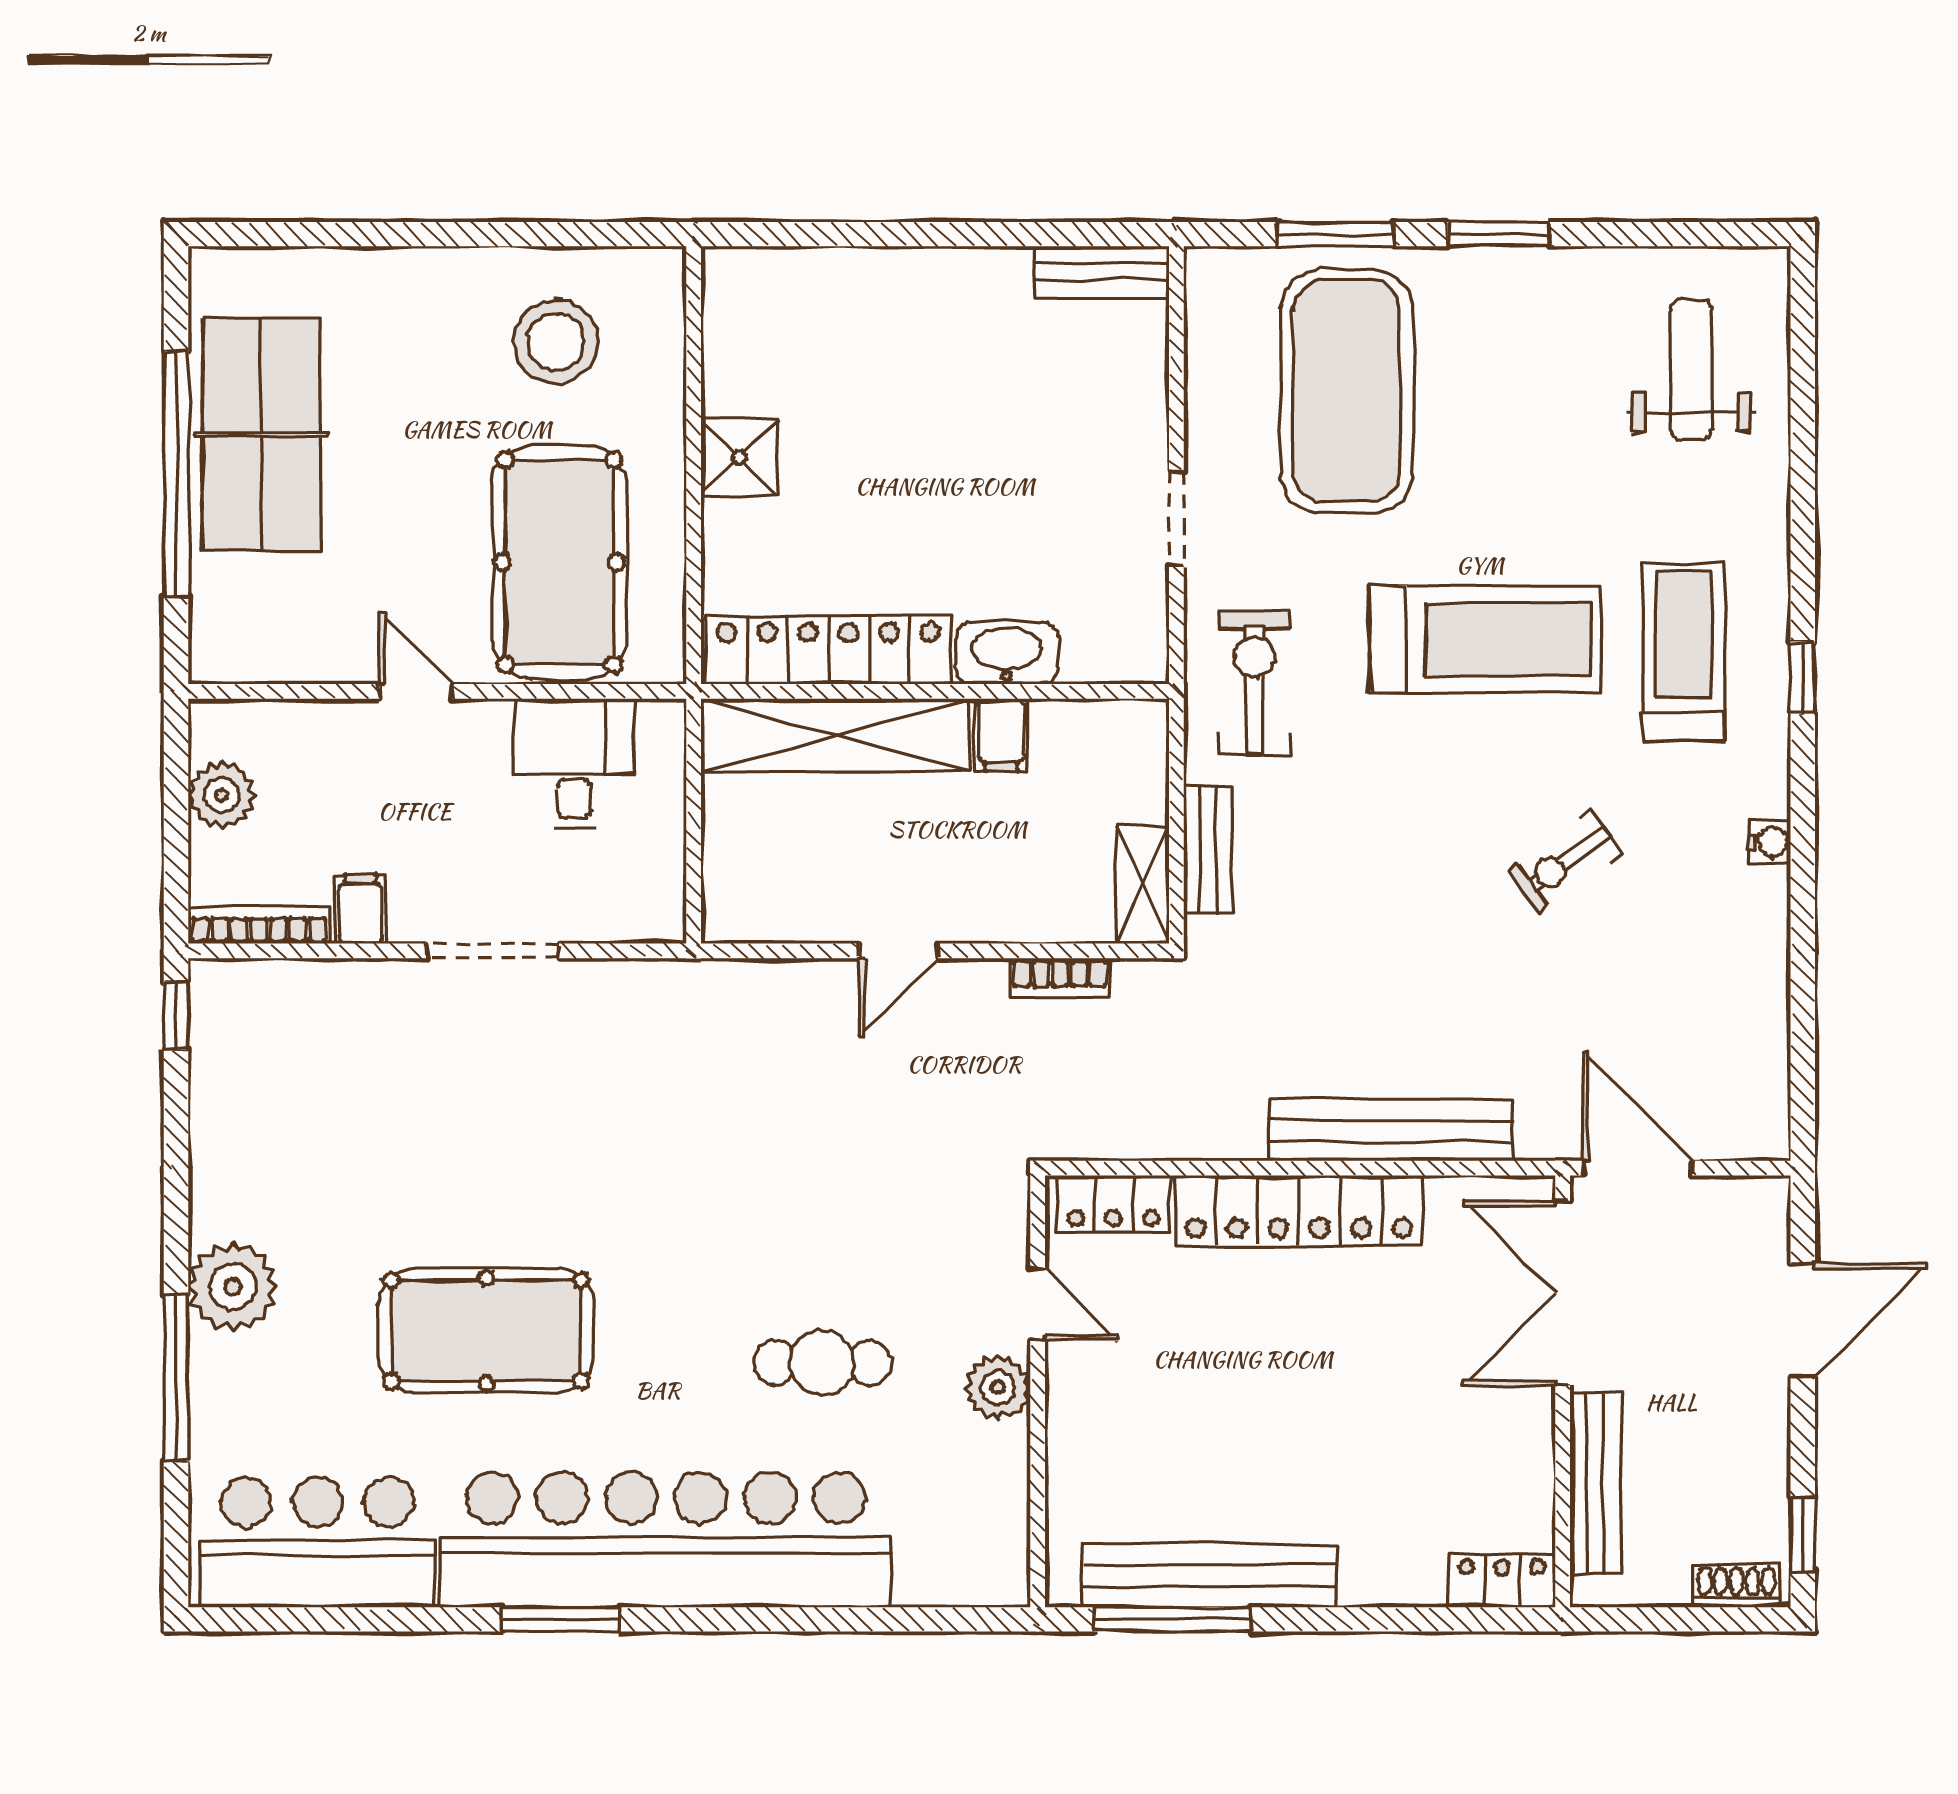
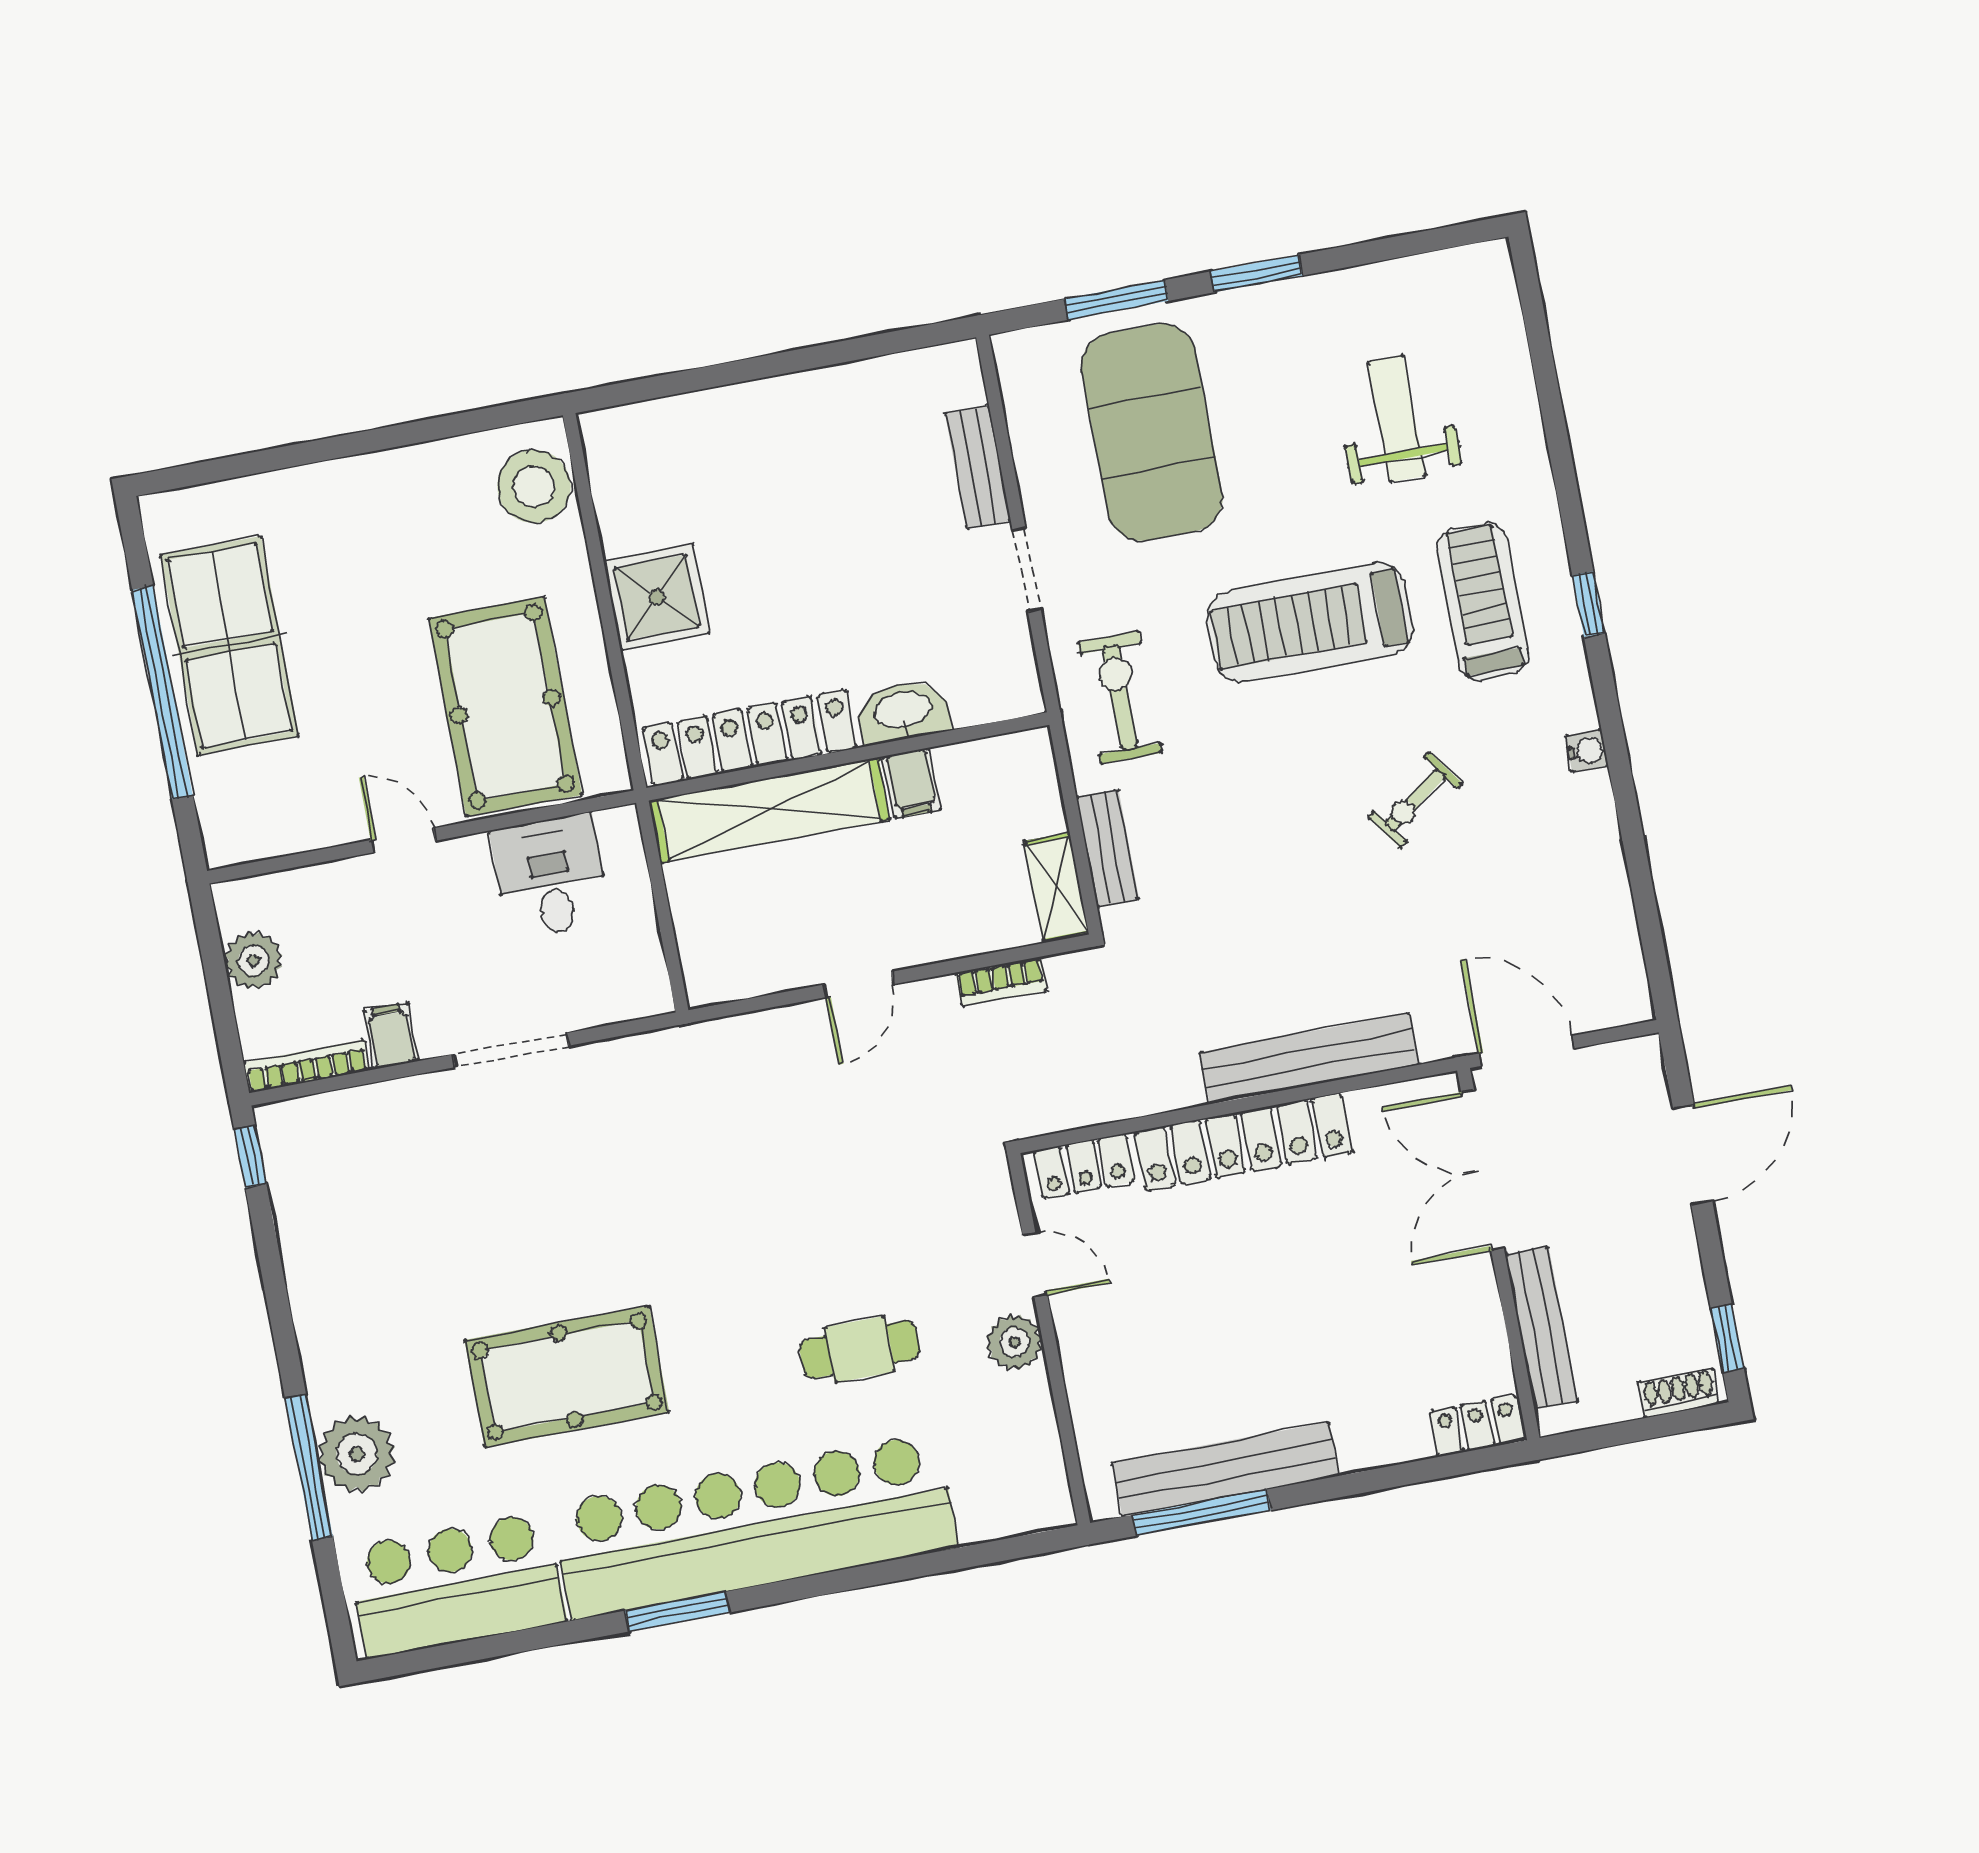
bench: (1102, 272) -> (978, 467), moved, turned 90
stool: (556, 342) -> (534, 486), moved
weight bench: (1691, 370) -> (1397, 419), moved
shower: (739, 457) -> (657, 597), width x1.36, depth x1.36
treadmill: (1485, 639) -> (1310, 623), turned 180
plant: (233, 1287) -> (357, 1454), moved

